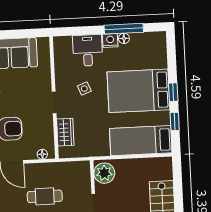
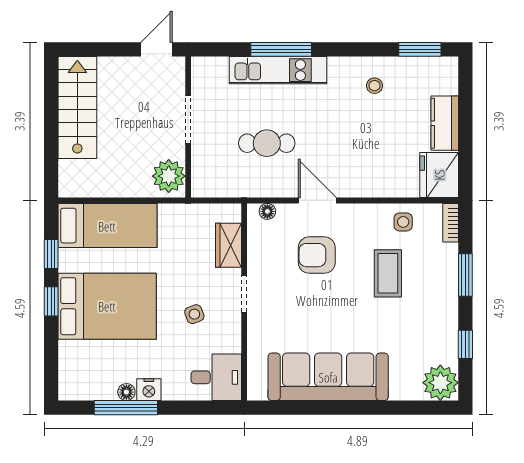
desk: (88, 50) -> (216, 377), moved, turned -90

